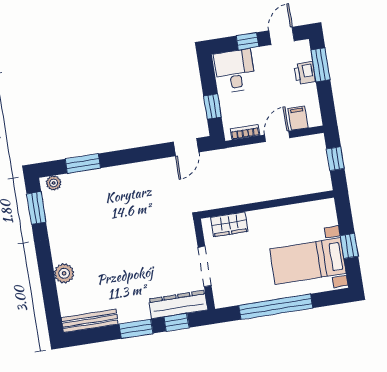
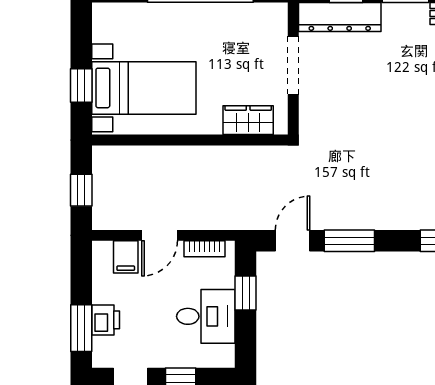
desk: (235, 71) -> (206, 316), moved, turned -90
window: (147, 153) -> (349, 241), added
window: (349, 246) -> (81, 85), moved
bed with nightstands: (308, 261) -> (144, 88), moved

